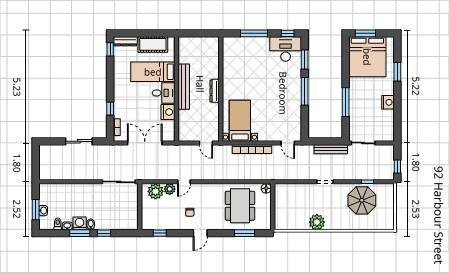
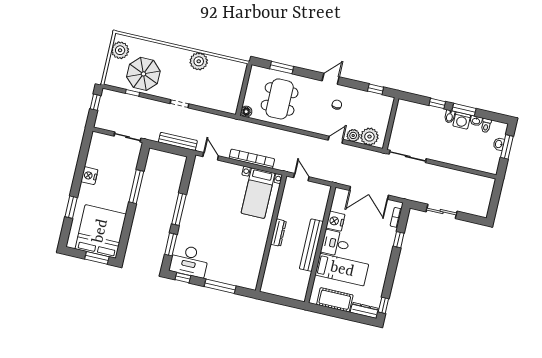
bench: (331, 149) -> (178, 141), moved
plant: (387, 216) -> (120, 50), added

